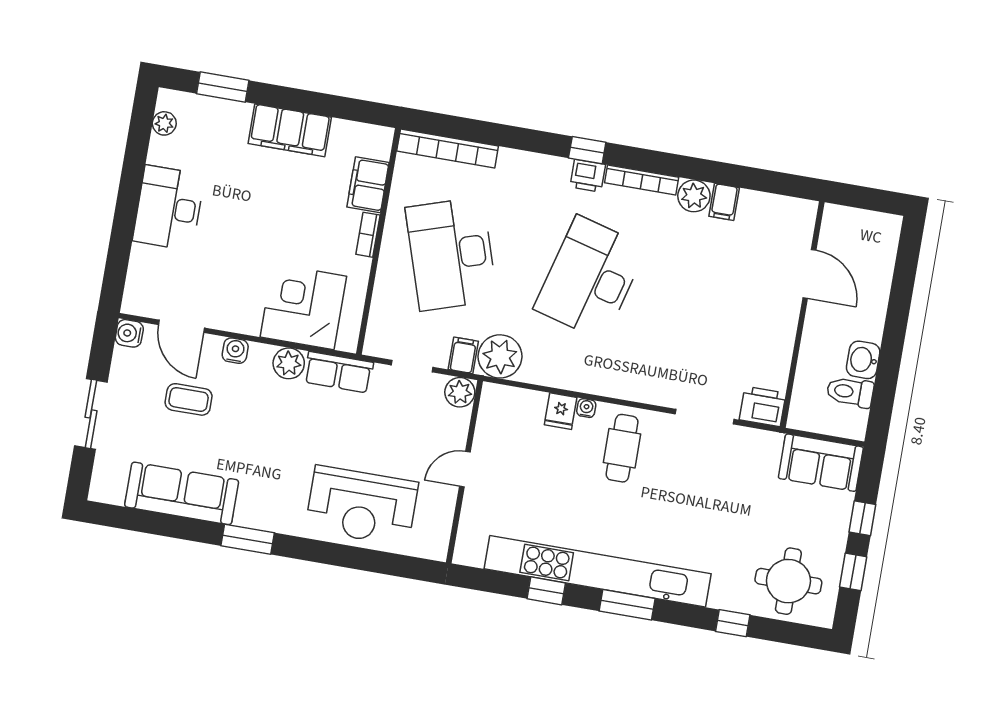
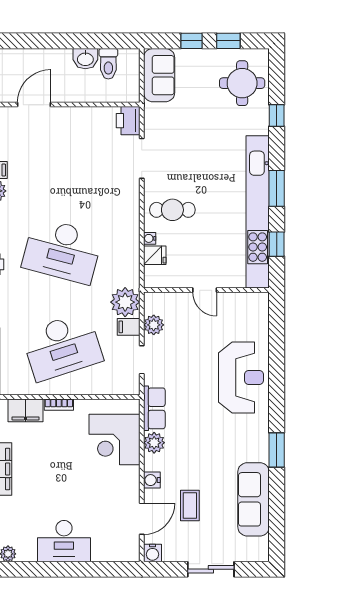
door: (465, 469) -> (205, 290), moved
wall: (464, 472) -> (206, 290), moved

